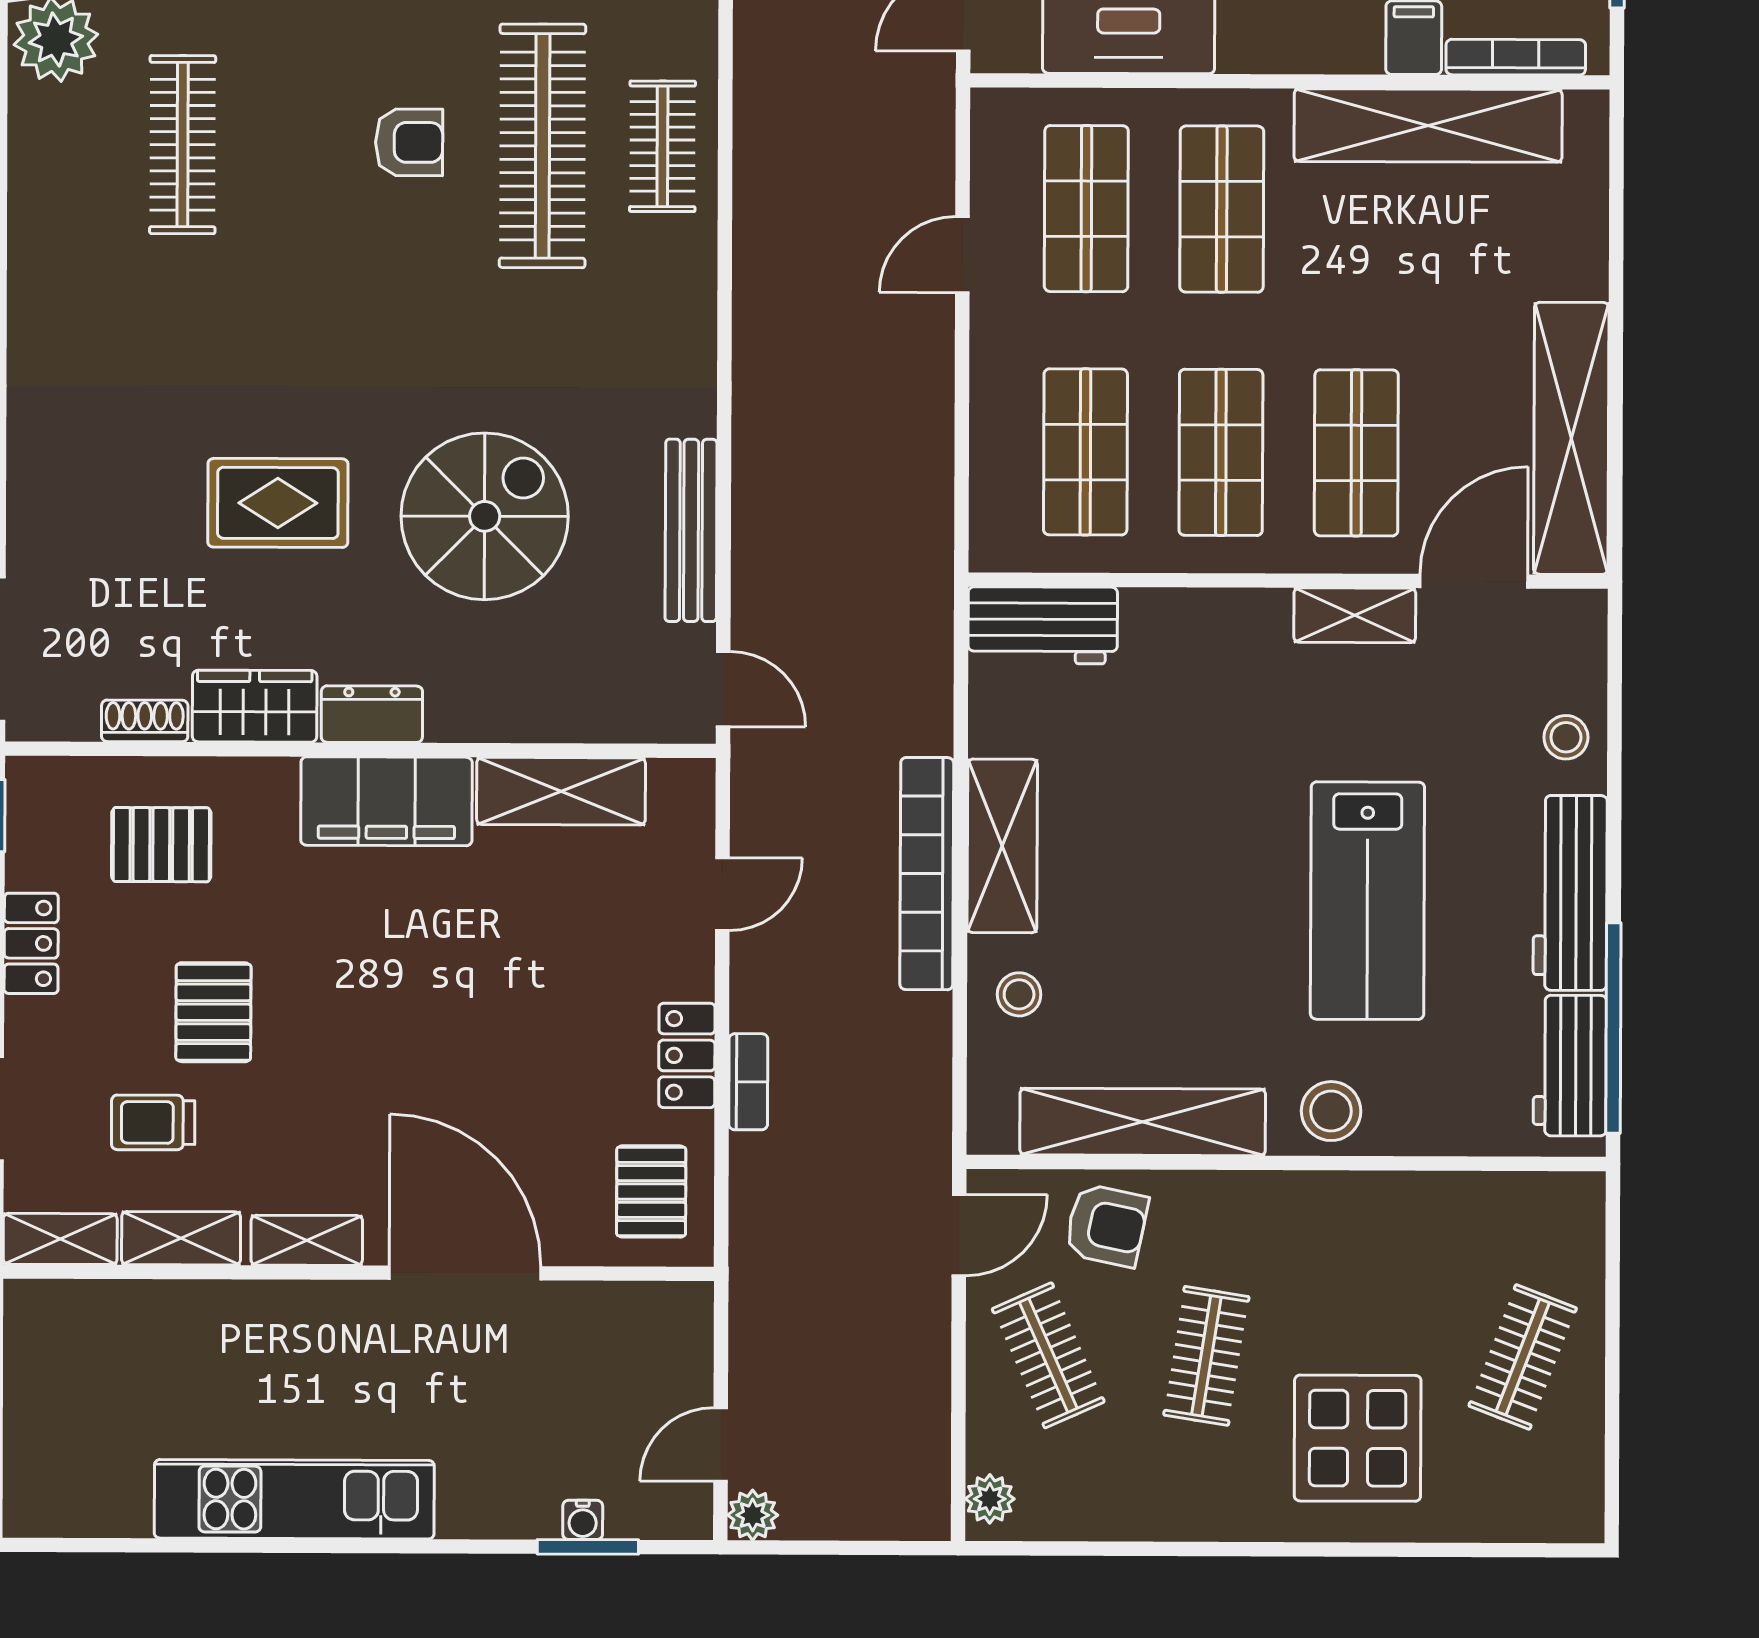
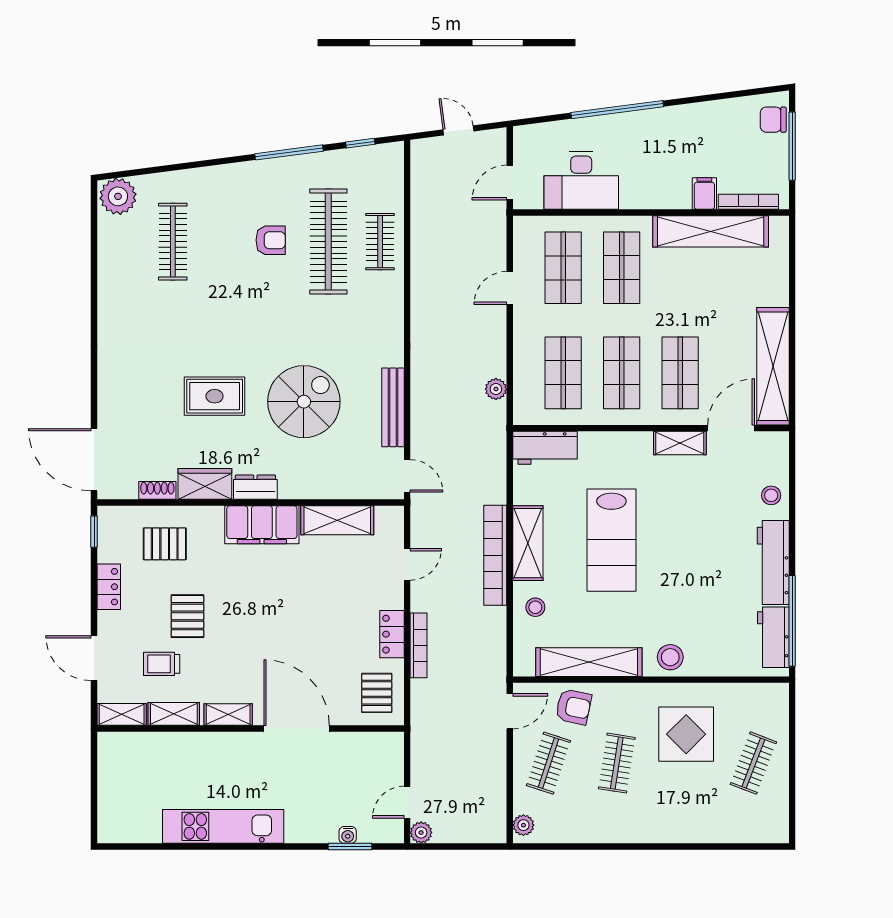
plant: (930, 489) -> (496, 389), added
lab bench: (1367, 901) -> (611, 540), moved
bookcase: (748, 1082) -> (419, 645), width x1.56
clothes rail: (1048, 1355) -> (549, 763), turned 42
display table: (1358, 1438) -> (686, 734), moved

